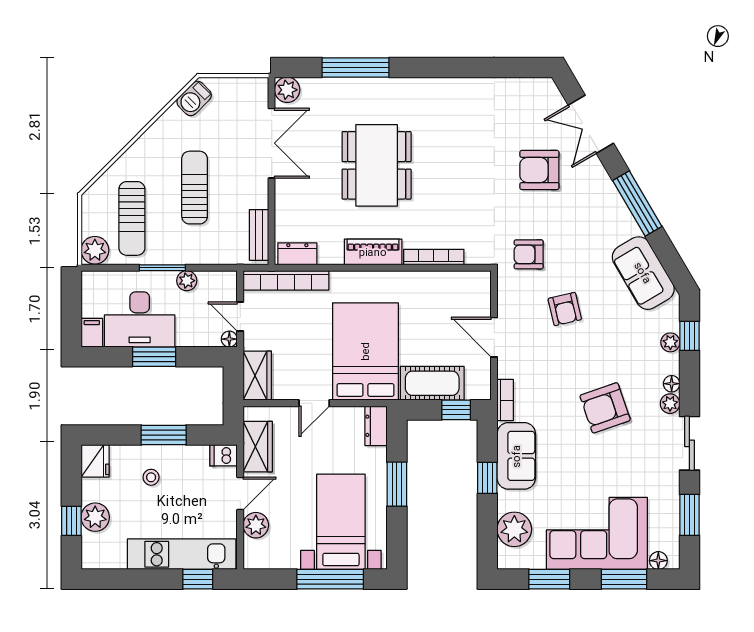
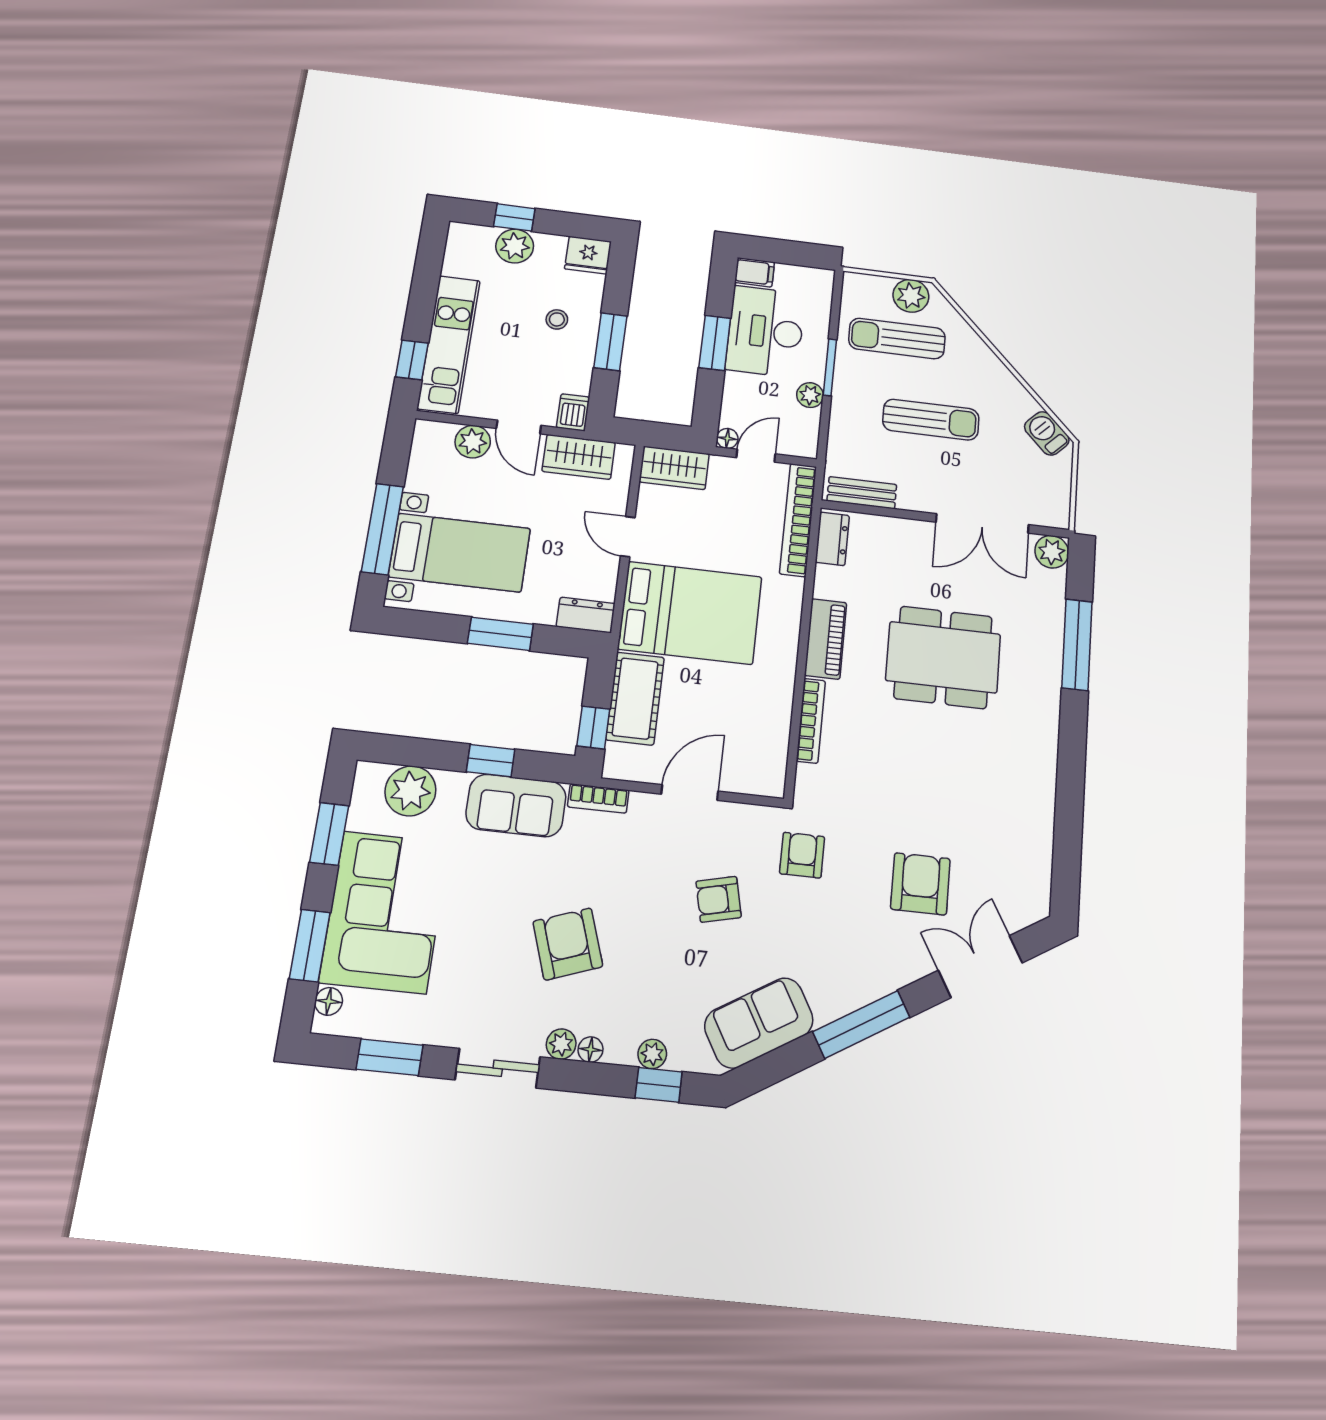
plant: (95, 250) -> (911, 296), moved

